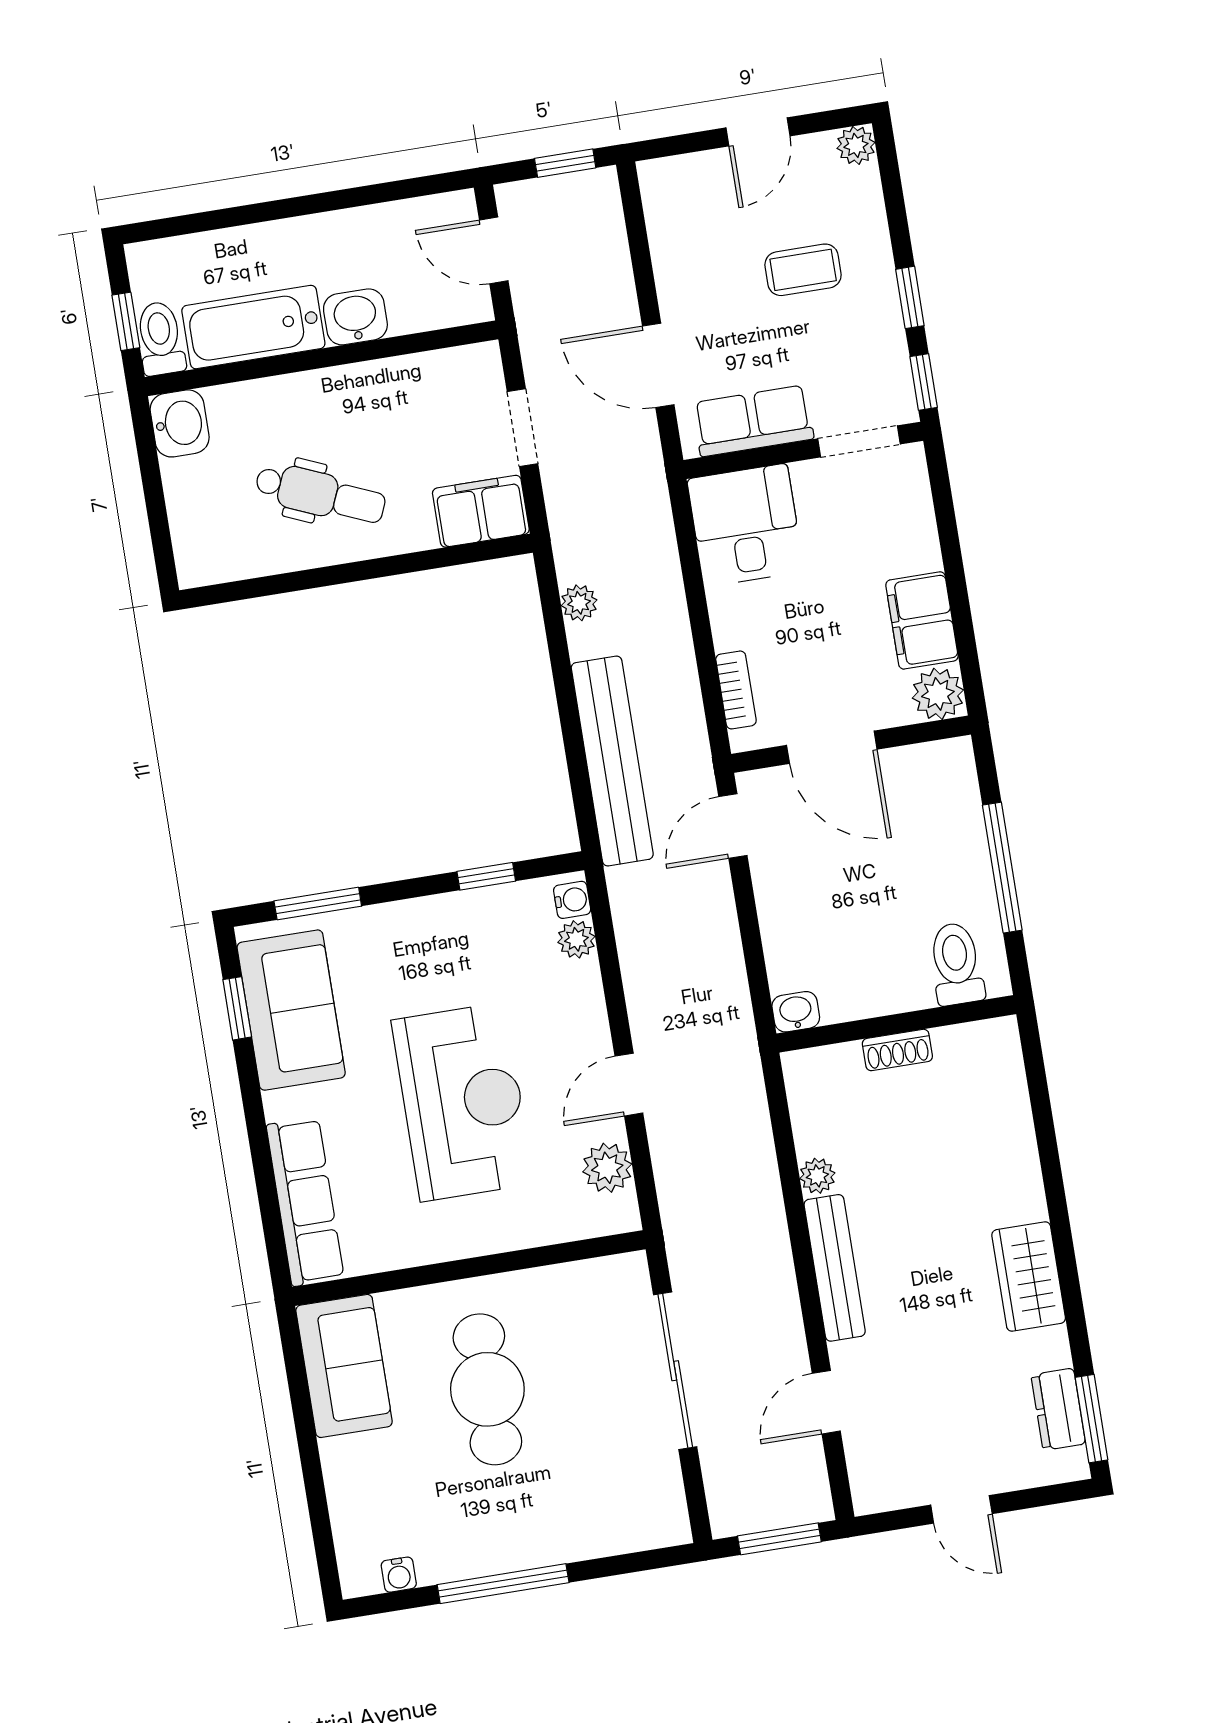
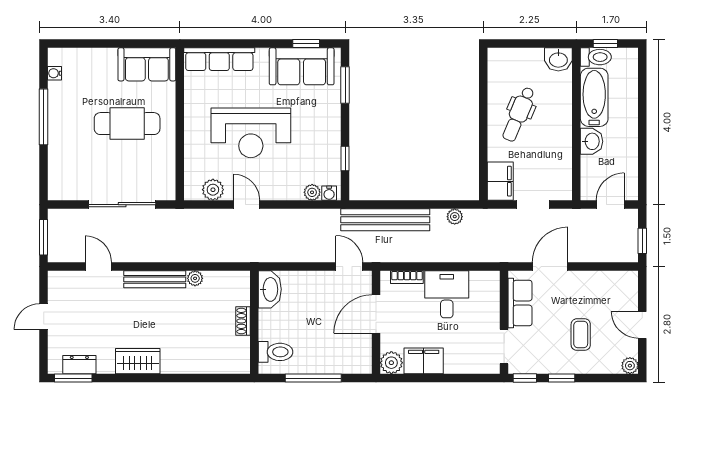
desk: (746, 525) -> (447, 294), moved, turned -90
washbasin: (796, 1012) -> (270, 289), width x1.91, depth x1.45

